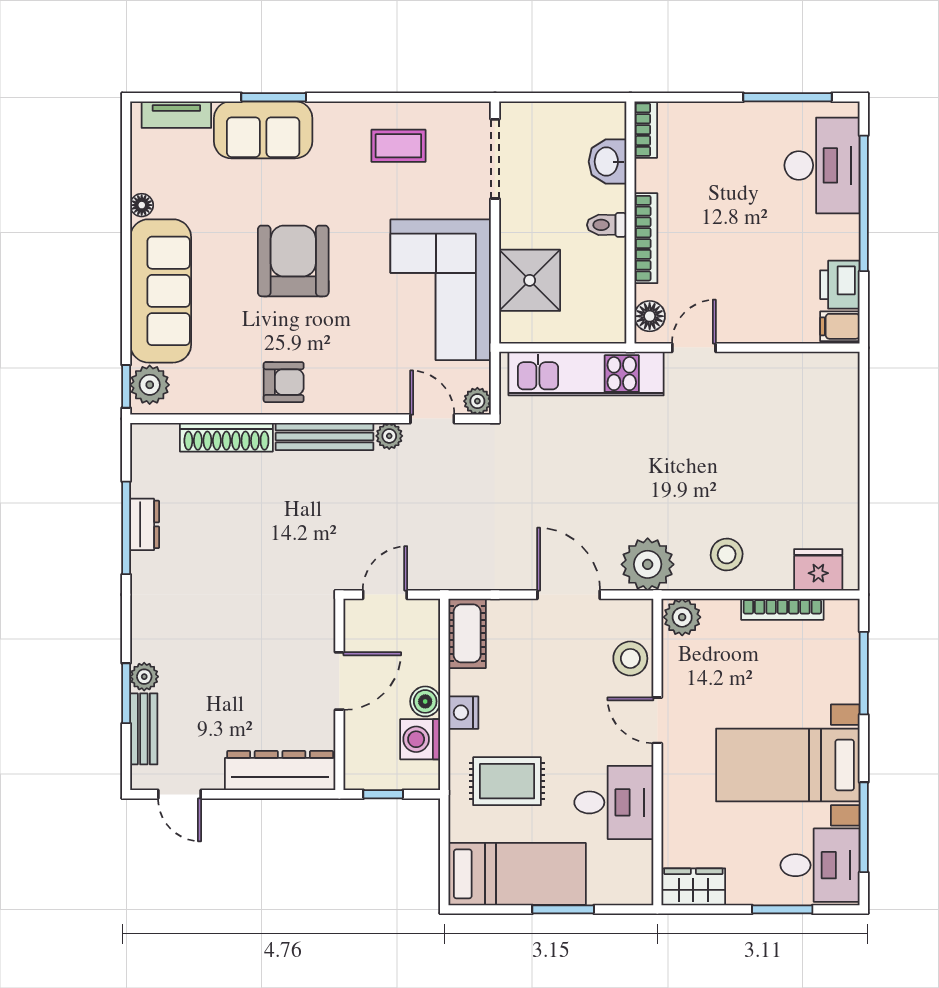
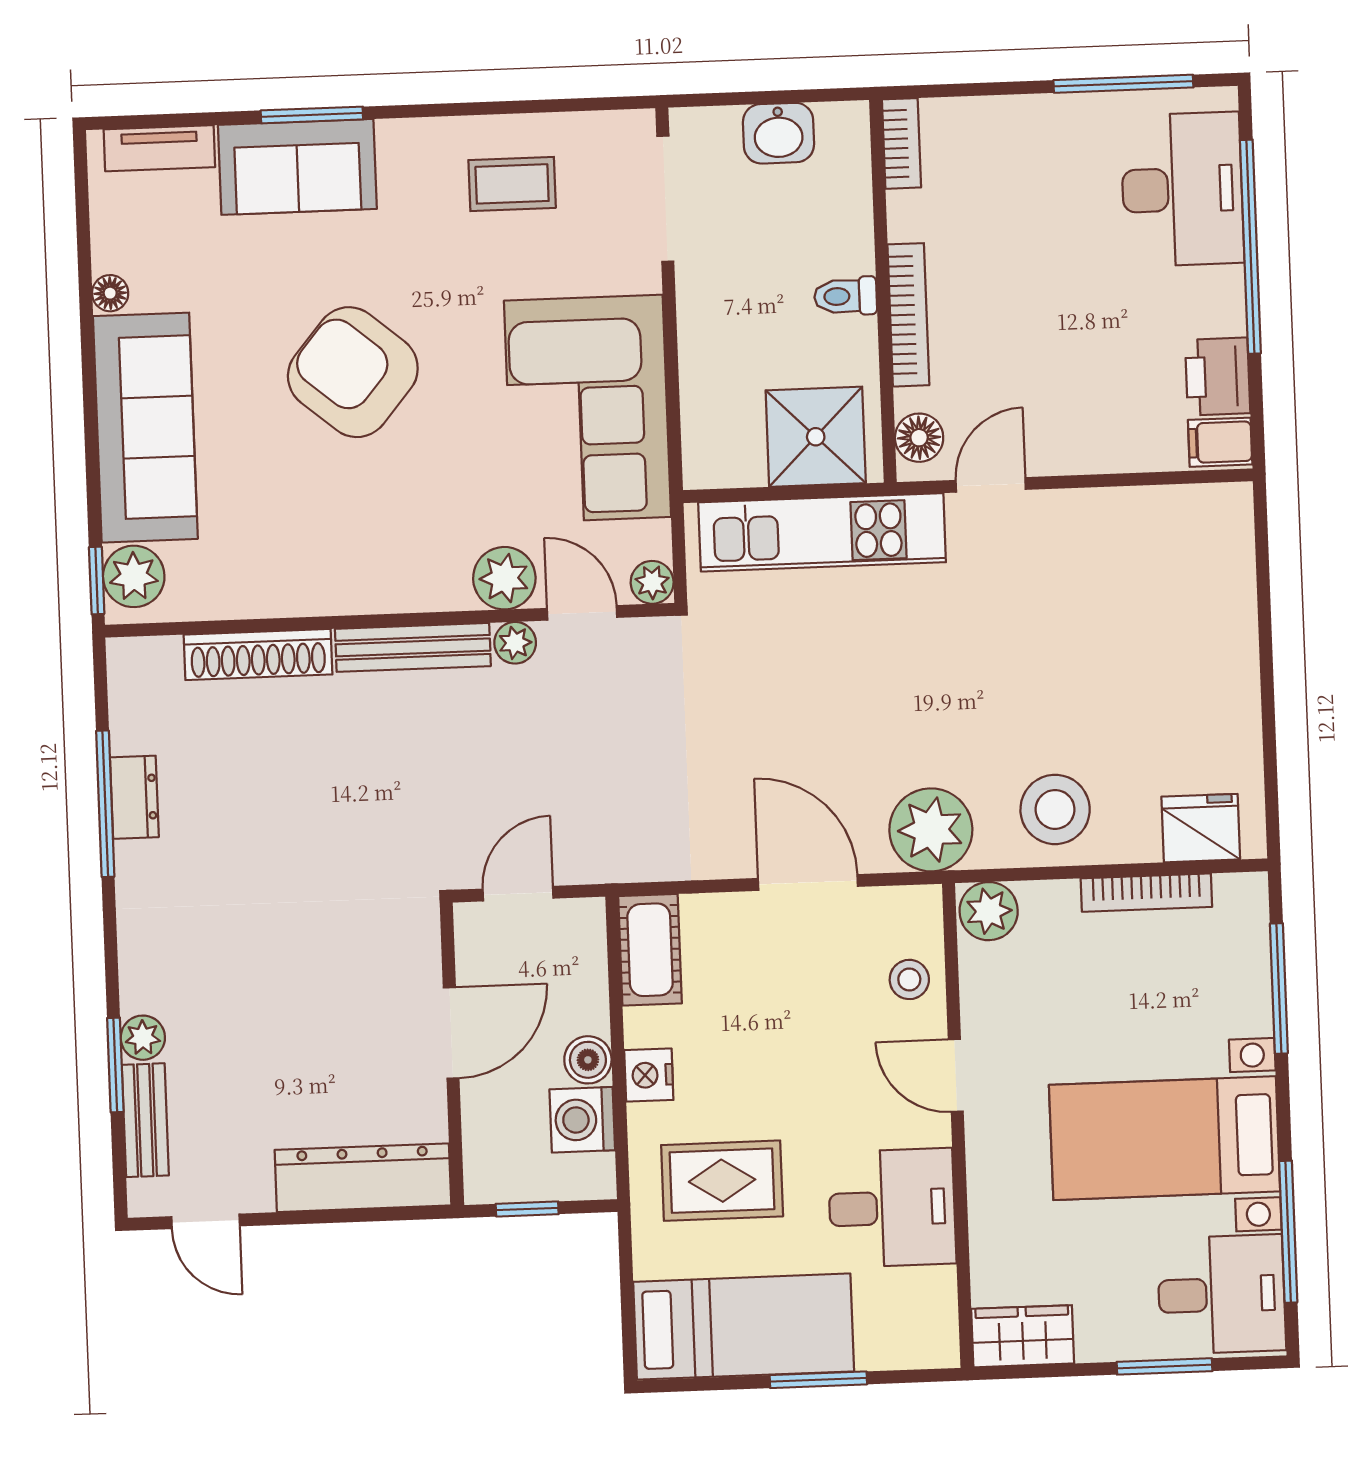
washbasin: (607, 162) -> (778, 133), moved, turned -90
armchair: (293, 261) -> (353, 372), turned -50
shower: (530, 280) -> (816, 437), moved
armchair: (284, 382) -> (345, 564), removed
plant: (384, 395) -> (504, 578), added
stool: (727, 555) -> (1055, 809), width x1.38, depth x1.38
stool: (630, 658) -> (909, 979), width x0.73, depth x0.73

